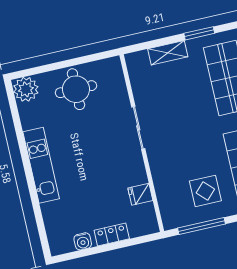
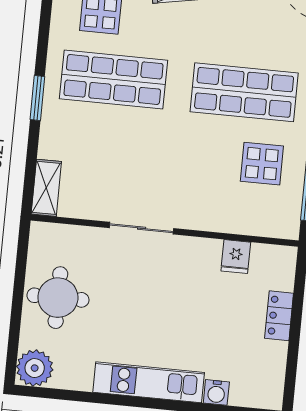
shelving: (168, 53) -> (46, 188), moved
water cooler: (83, 241) -> (216, 392), moved, turned 90

